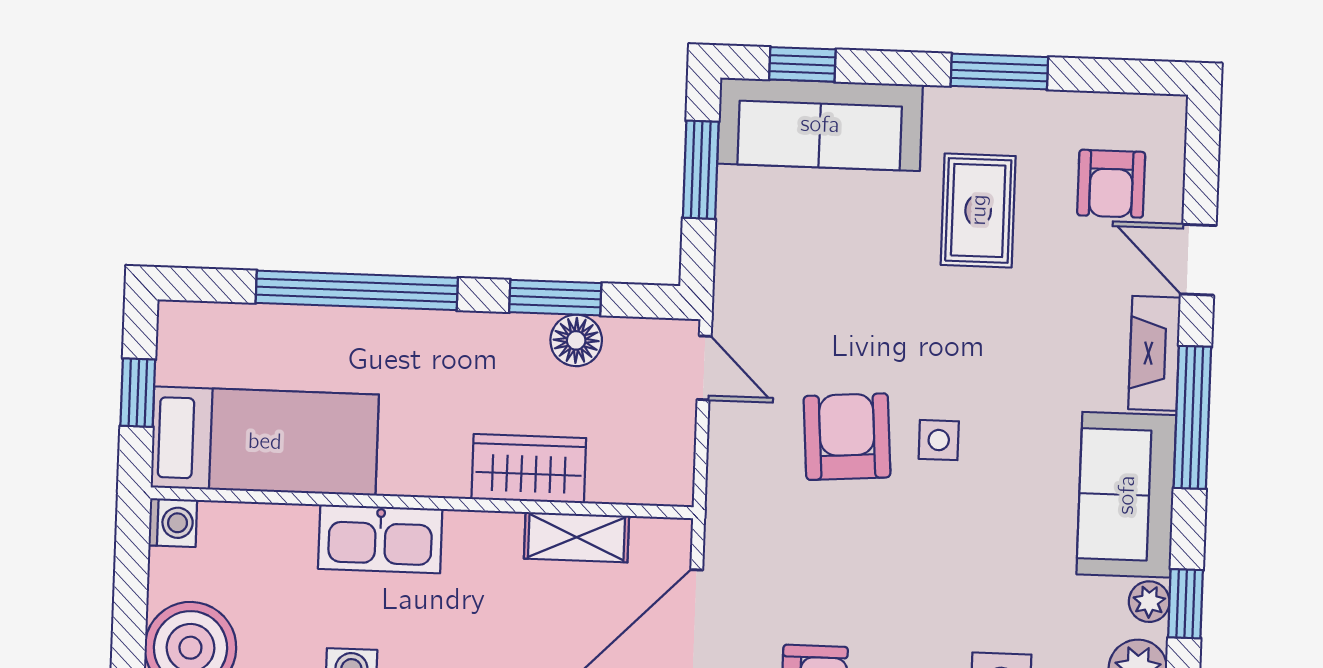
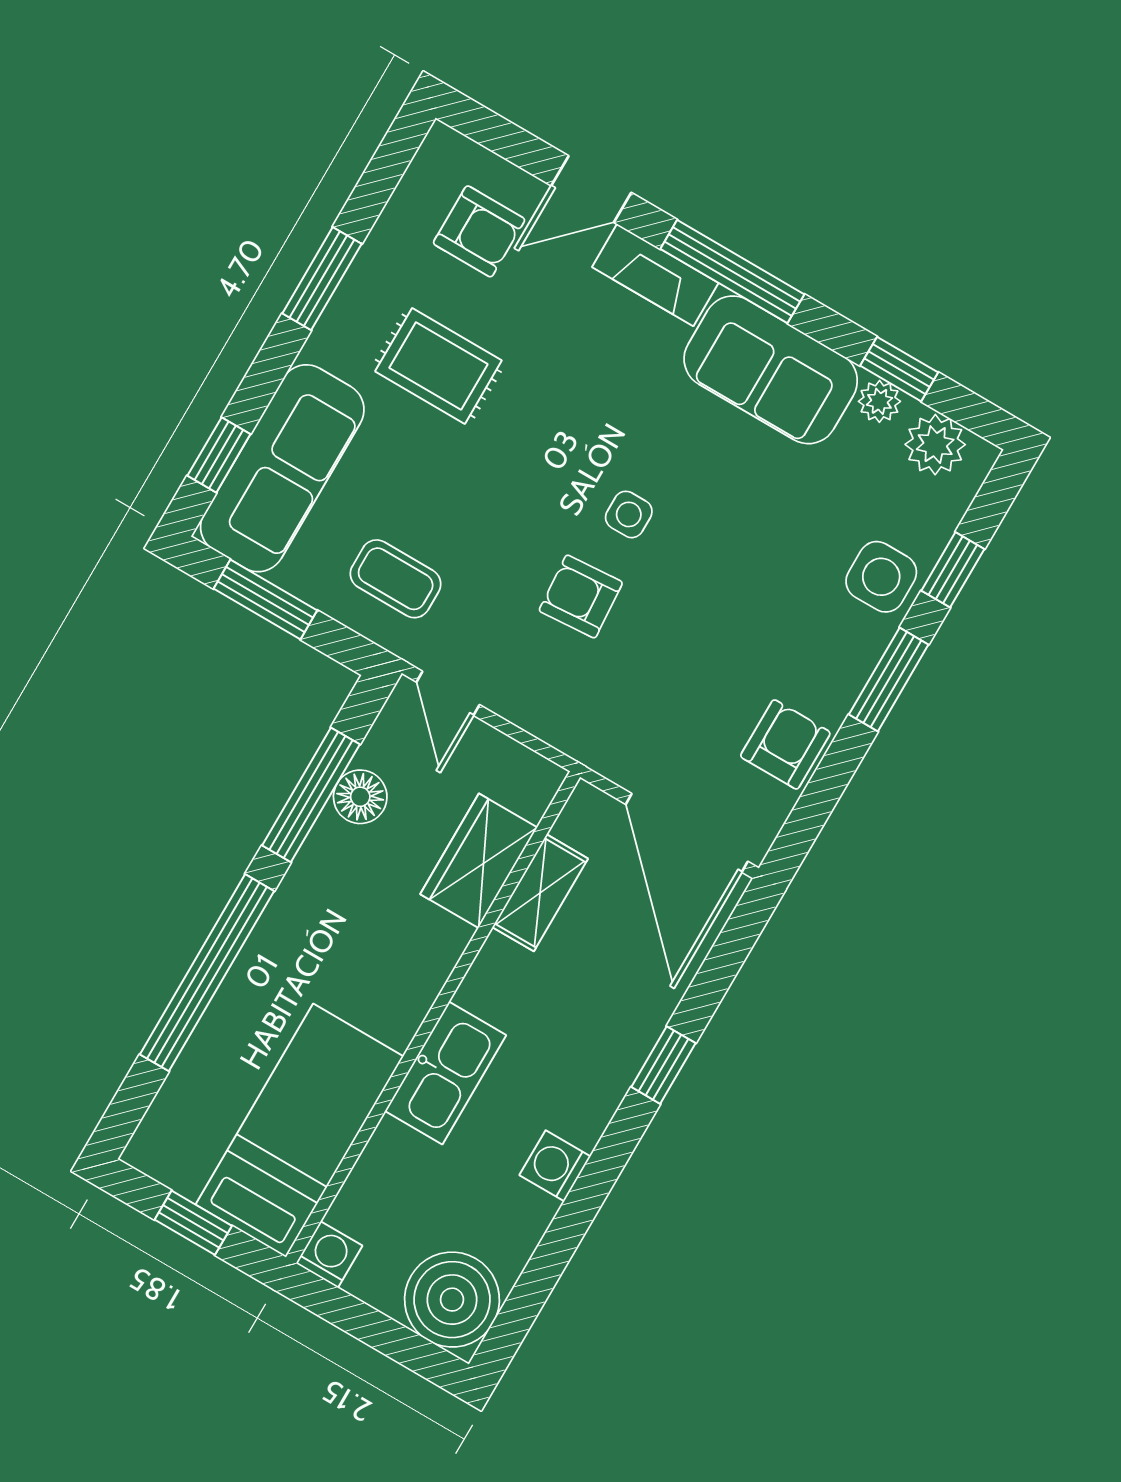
coffee table: (778, 271) -> (396, 579), added
window: (555, 298) -> (311, 795), width x1.44
door: (704, 368) -> (448, 693), swing flipped
armchair: (847, 437) -> (581, 597), width x0.72, depth x0.72
wardrobe: (529, 469) -> (479, 861), moved

